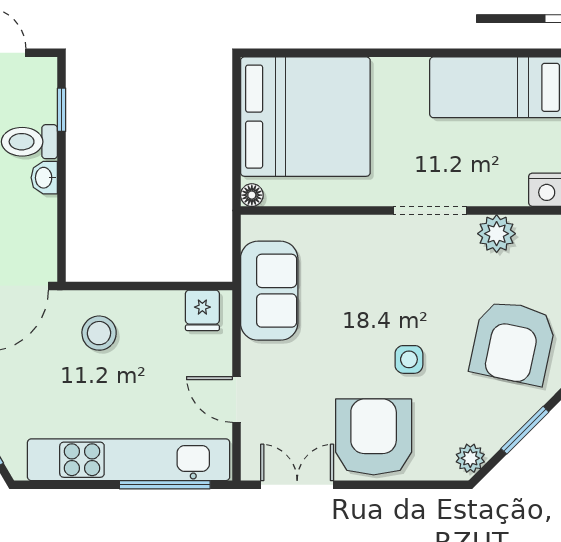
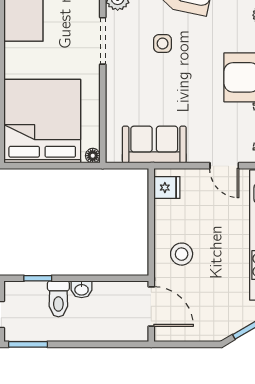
side table: (409, 359) -> (163, 43), moved
door: (236, 399) -> (224, 166), hinge flipped

